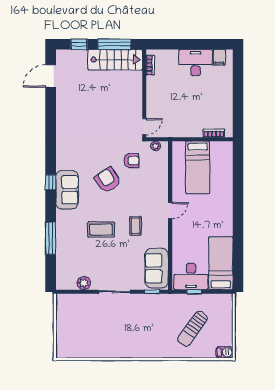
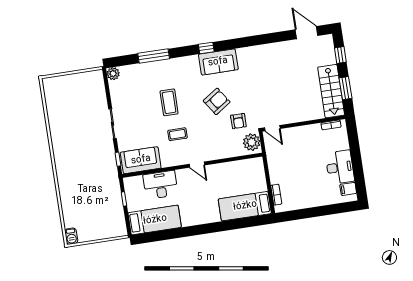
window: (114, 44) -> (345, 88), width x0.69
plant: (156, 146) -> (252, 142), width x1.88, depth x1.88
bed: (198, 168) -> (245, 206), moved
sofa: (67, 190) -> (218, 62), moved
desk: (191, 277) -> (161, 185), moved, turned 90
plant: (84, 283) -> (113, 74), moved
sun lounger: (193, 329) -> (89, 203), removed

